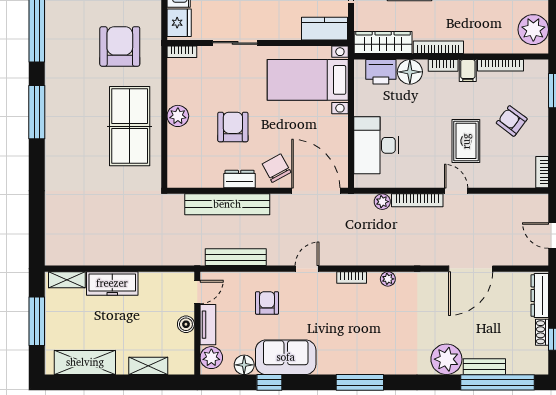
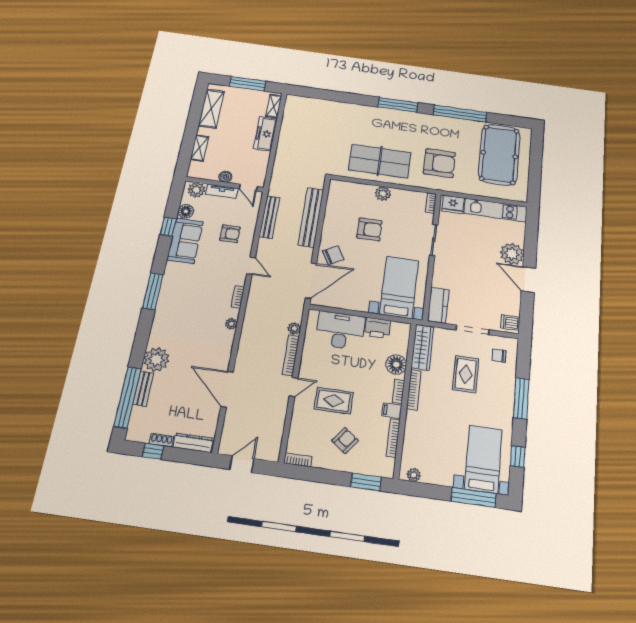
plant: (533, 30) -> (414, 475), width x0.53, depth x0.53
printer: (381, 72) -> (378, 328), moved, turned -90
dresser: (240, 179) -> (329, 228), removed

